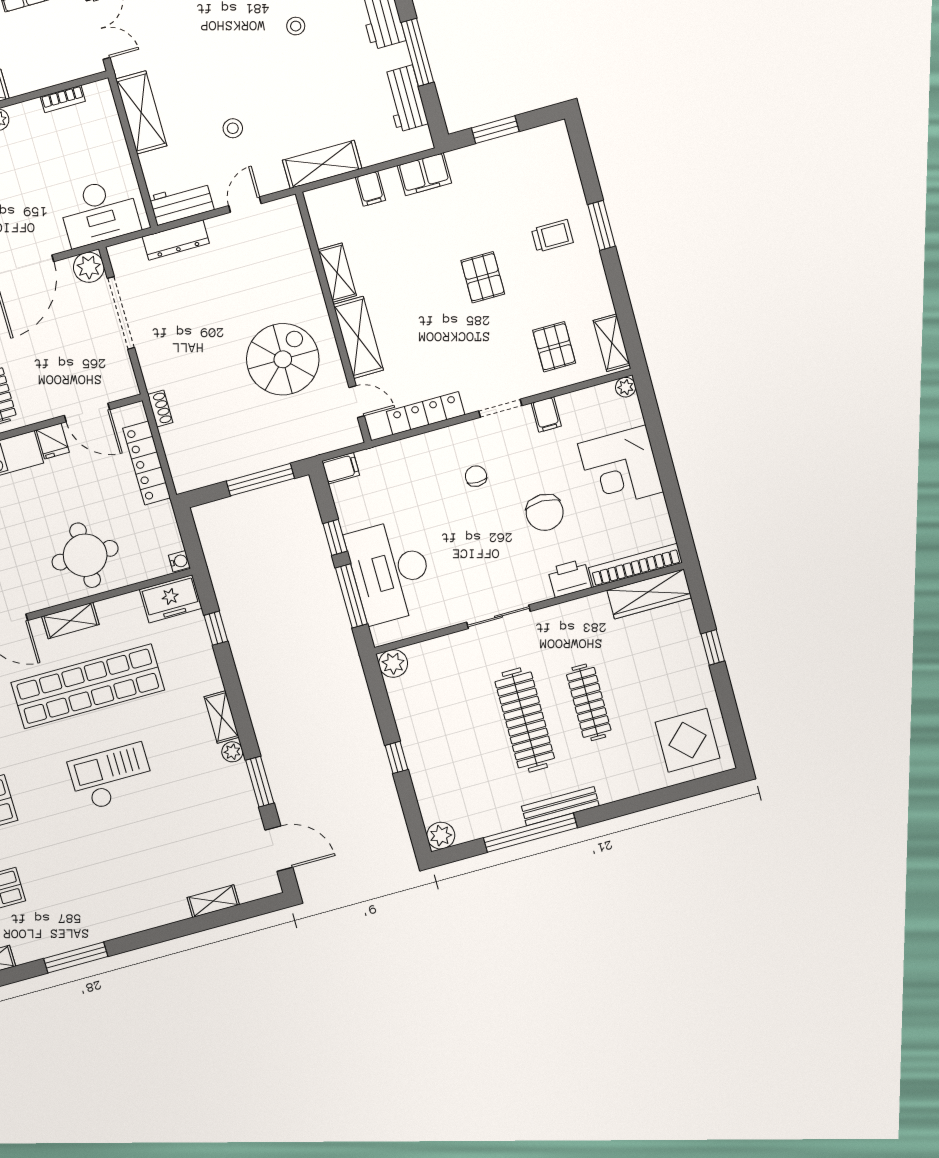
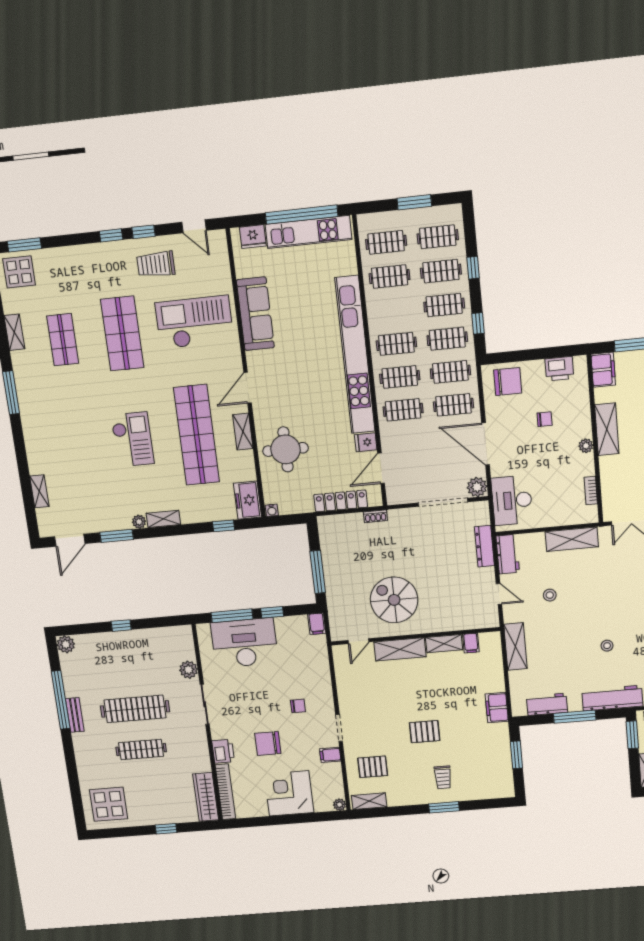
filing cabinet: (371, 189) -> (471, 643), moved, turned -90
spiral stairs: (283, 359) -> (394, 600), turned 180
locker: (426, 413) -> (344, 682), removed
plant: (393, 664) -> (189, 670), moved
bench: (560, 806) -> (75, 715), width x0.73

